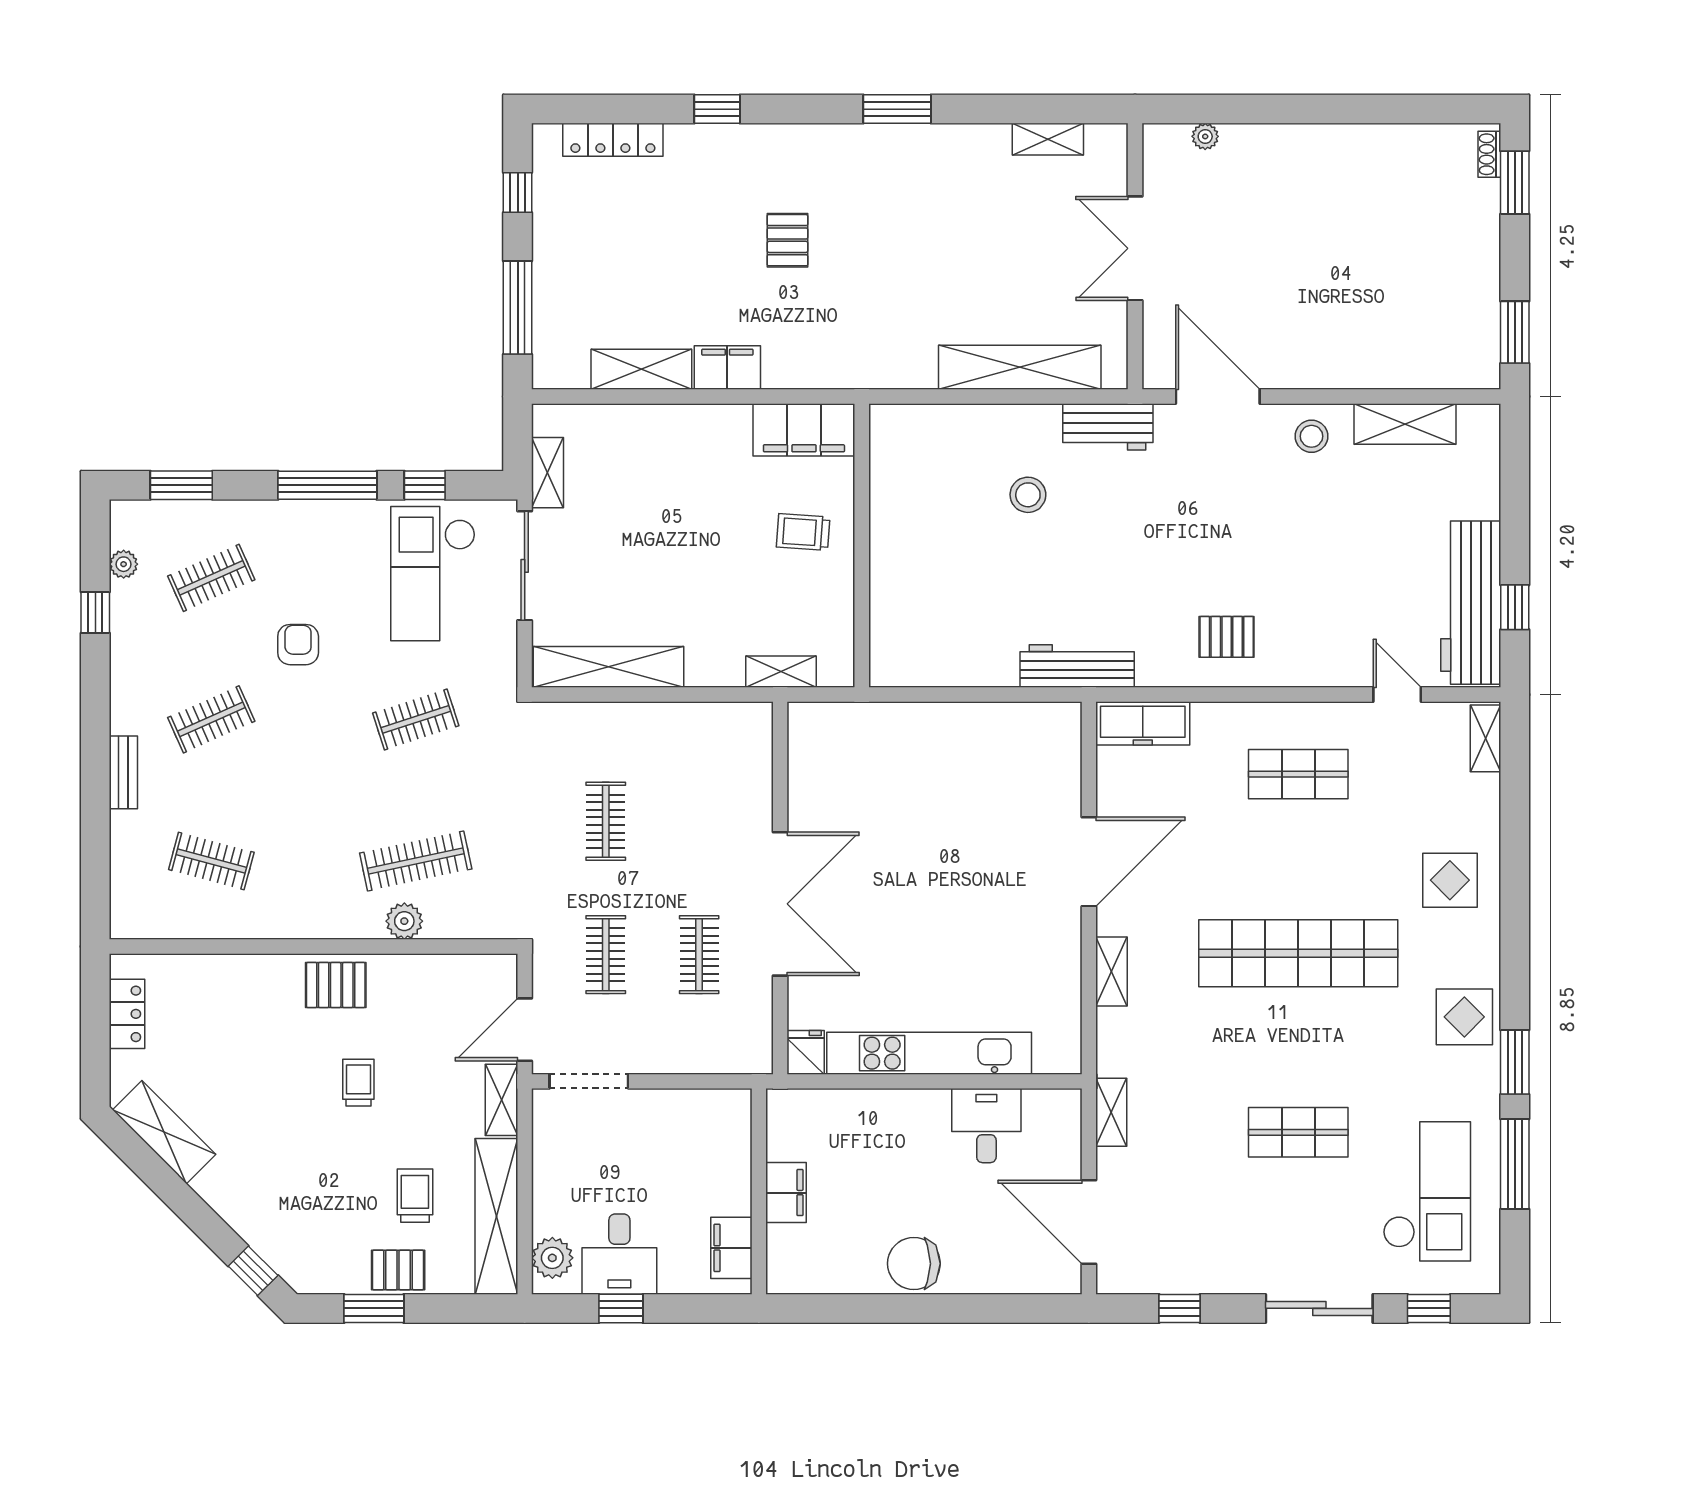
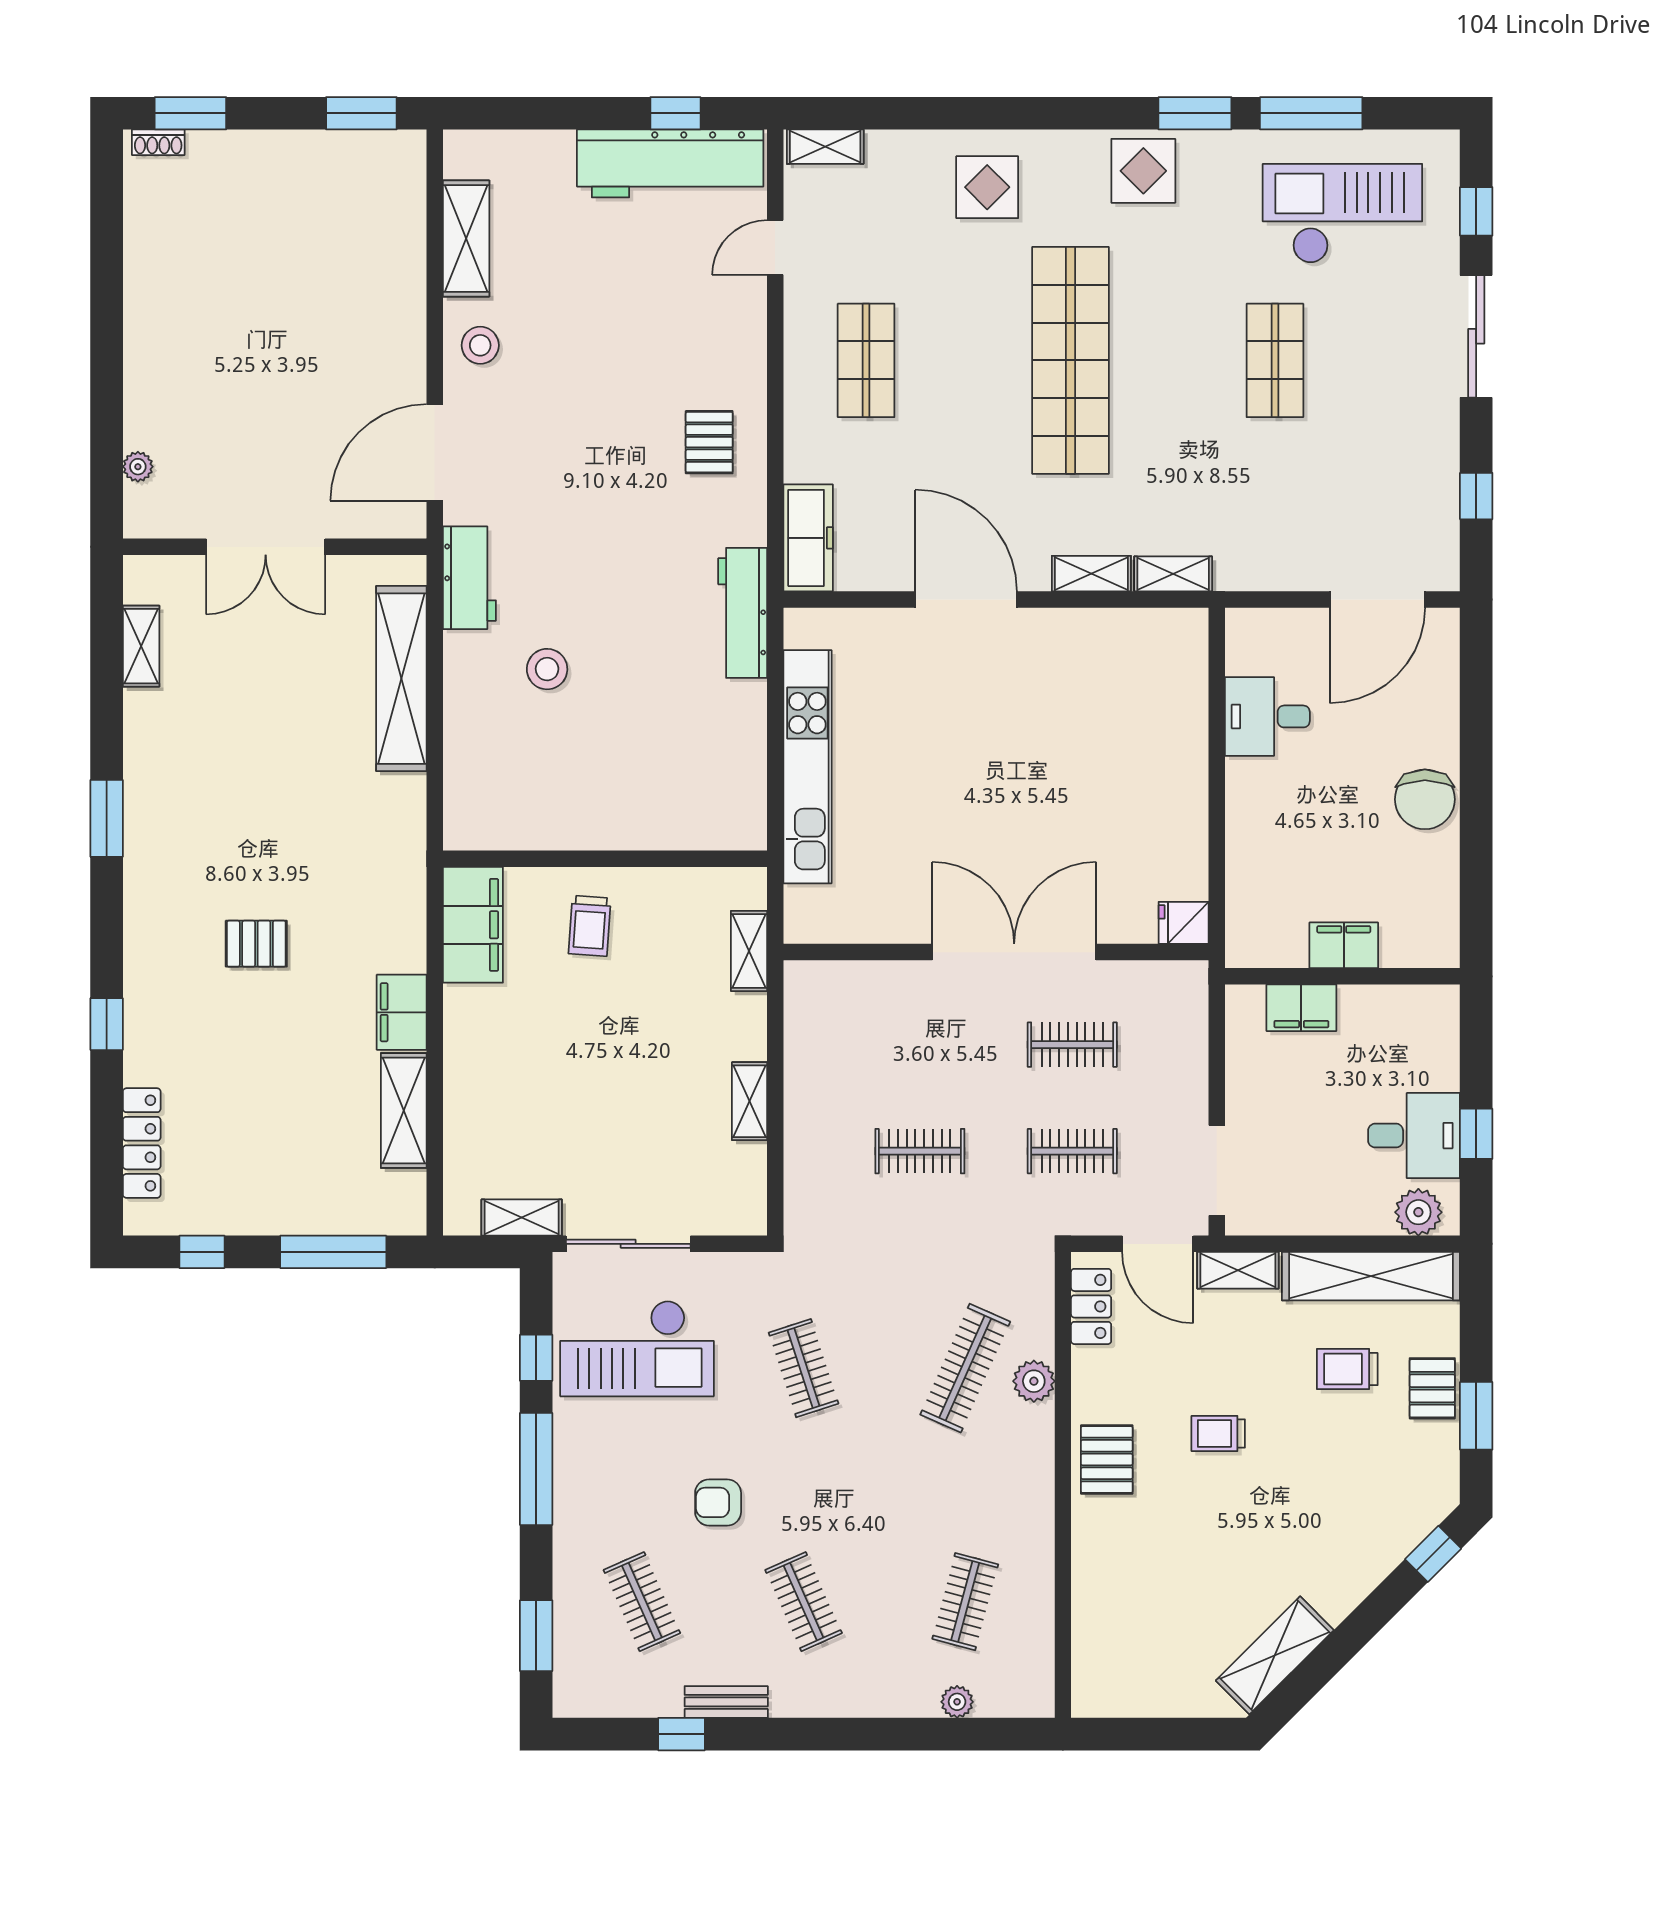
plant: (124, 564) -> (957, 1702), moved
shelving: (609, 667) -> (750, 1101), width x0.45, depth x0.75
bench: (123, 772) -> (726, 1702), moved
clothes rail: (416, 861) -> (965, 1368), turned 36
locker: (127, 1014) -> (1091, 1306), moved, turned 90
kitchen unit: (929, 1053) -> (807, 767), moved, turned 180
shelving: (1111, 1112) -> (1173, 574), moved
filing cabinet: (731, 1248) -> (1301, 1008), moved

